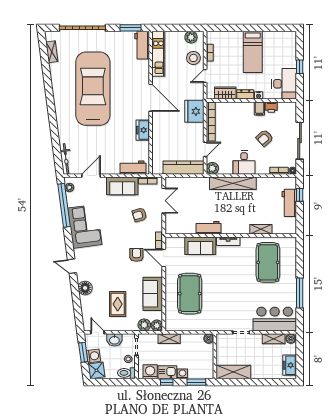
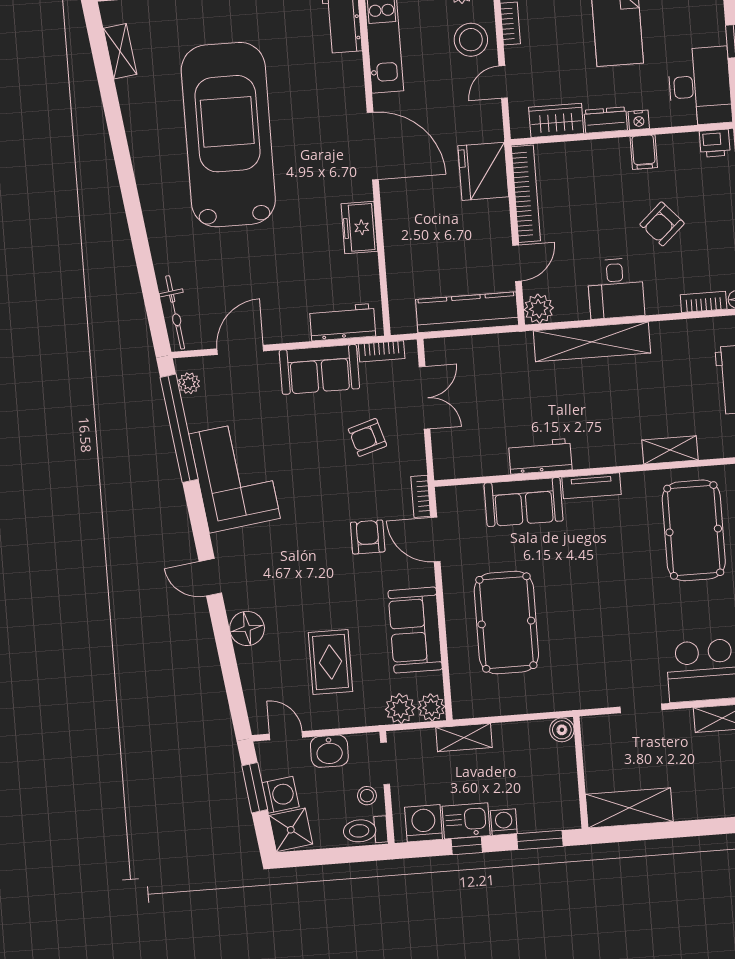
printer: (271, 107) -> (715, 143), moved

